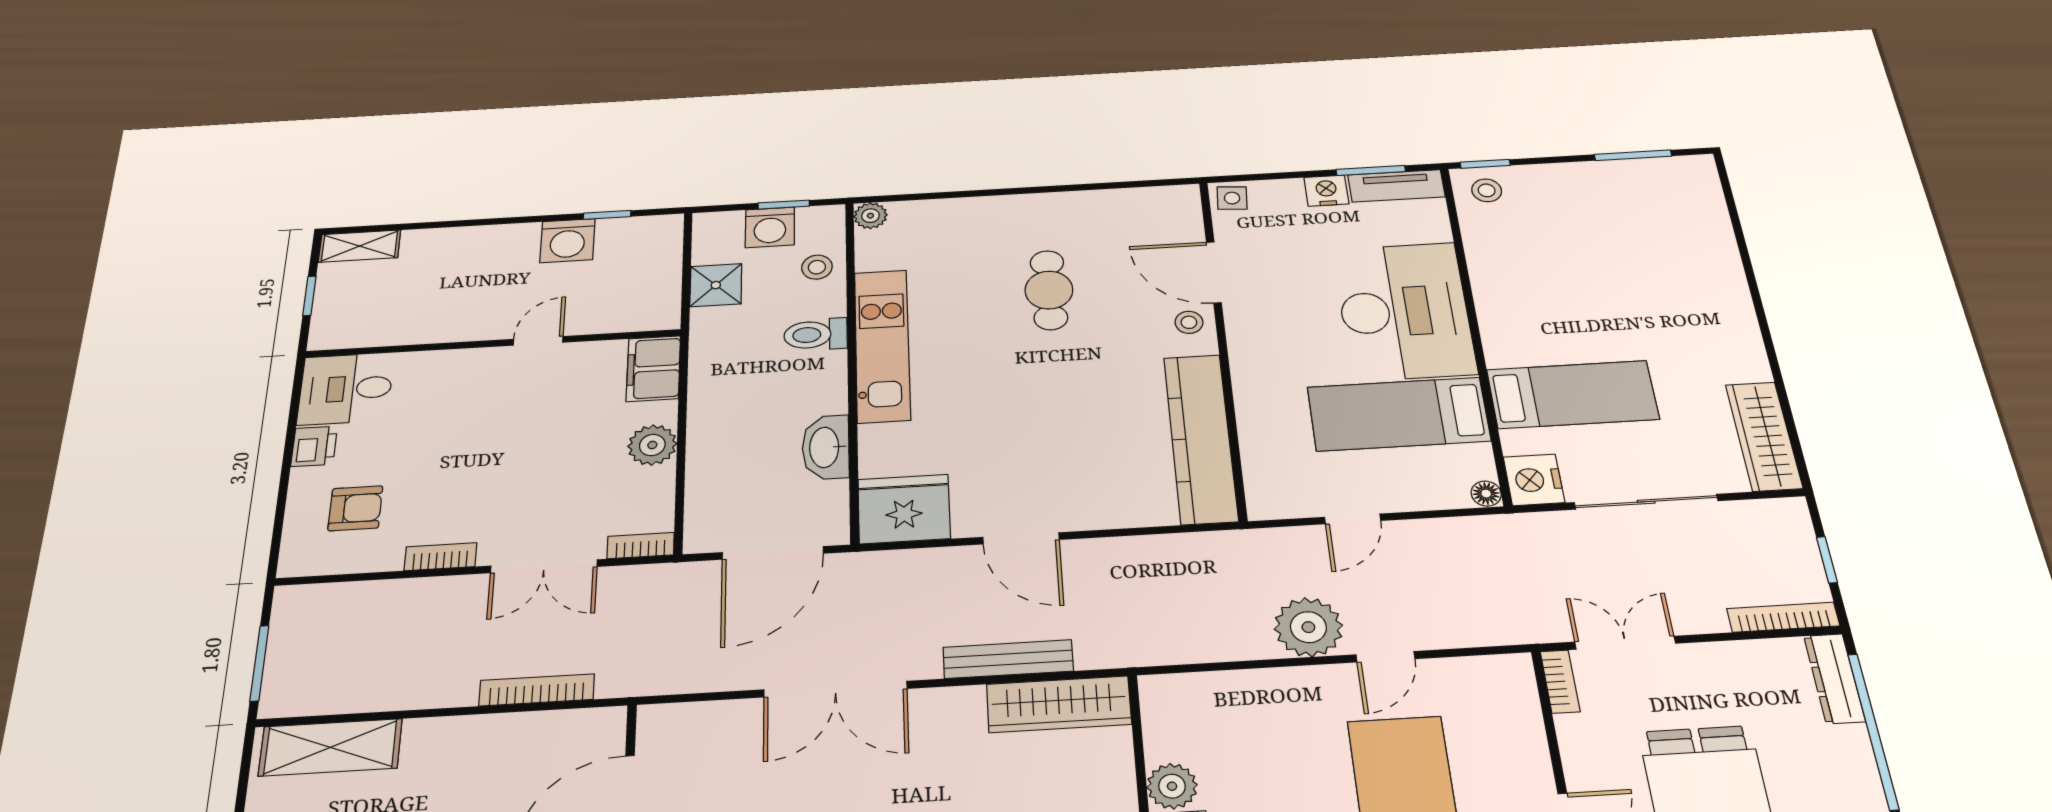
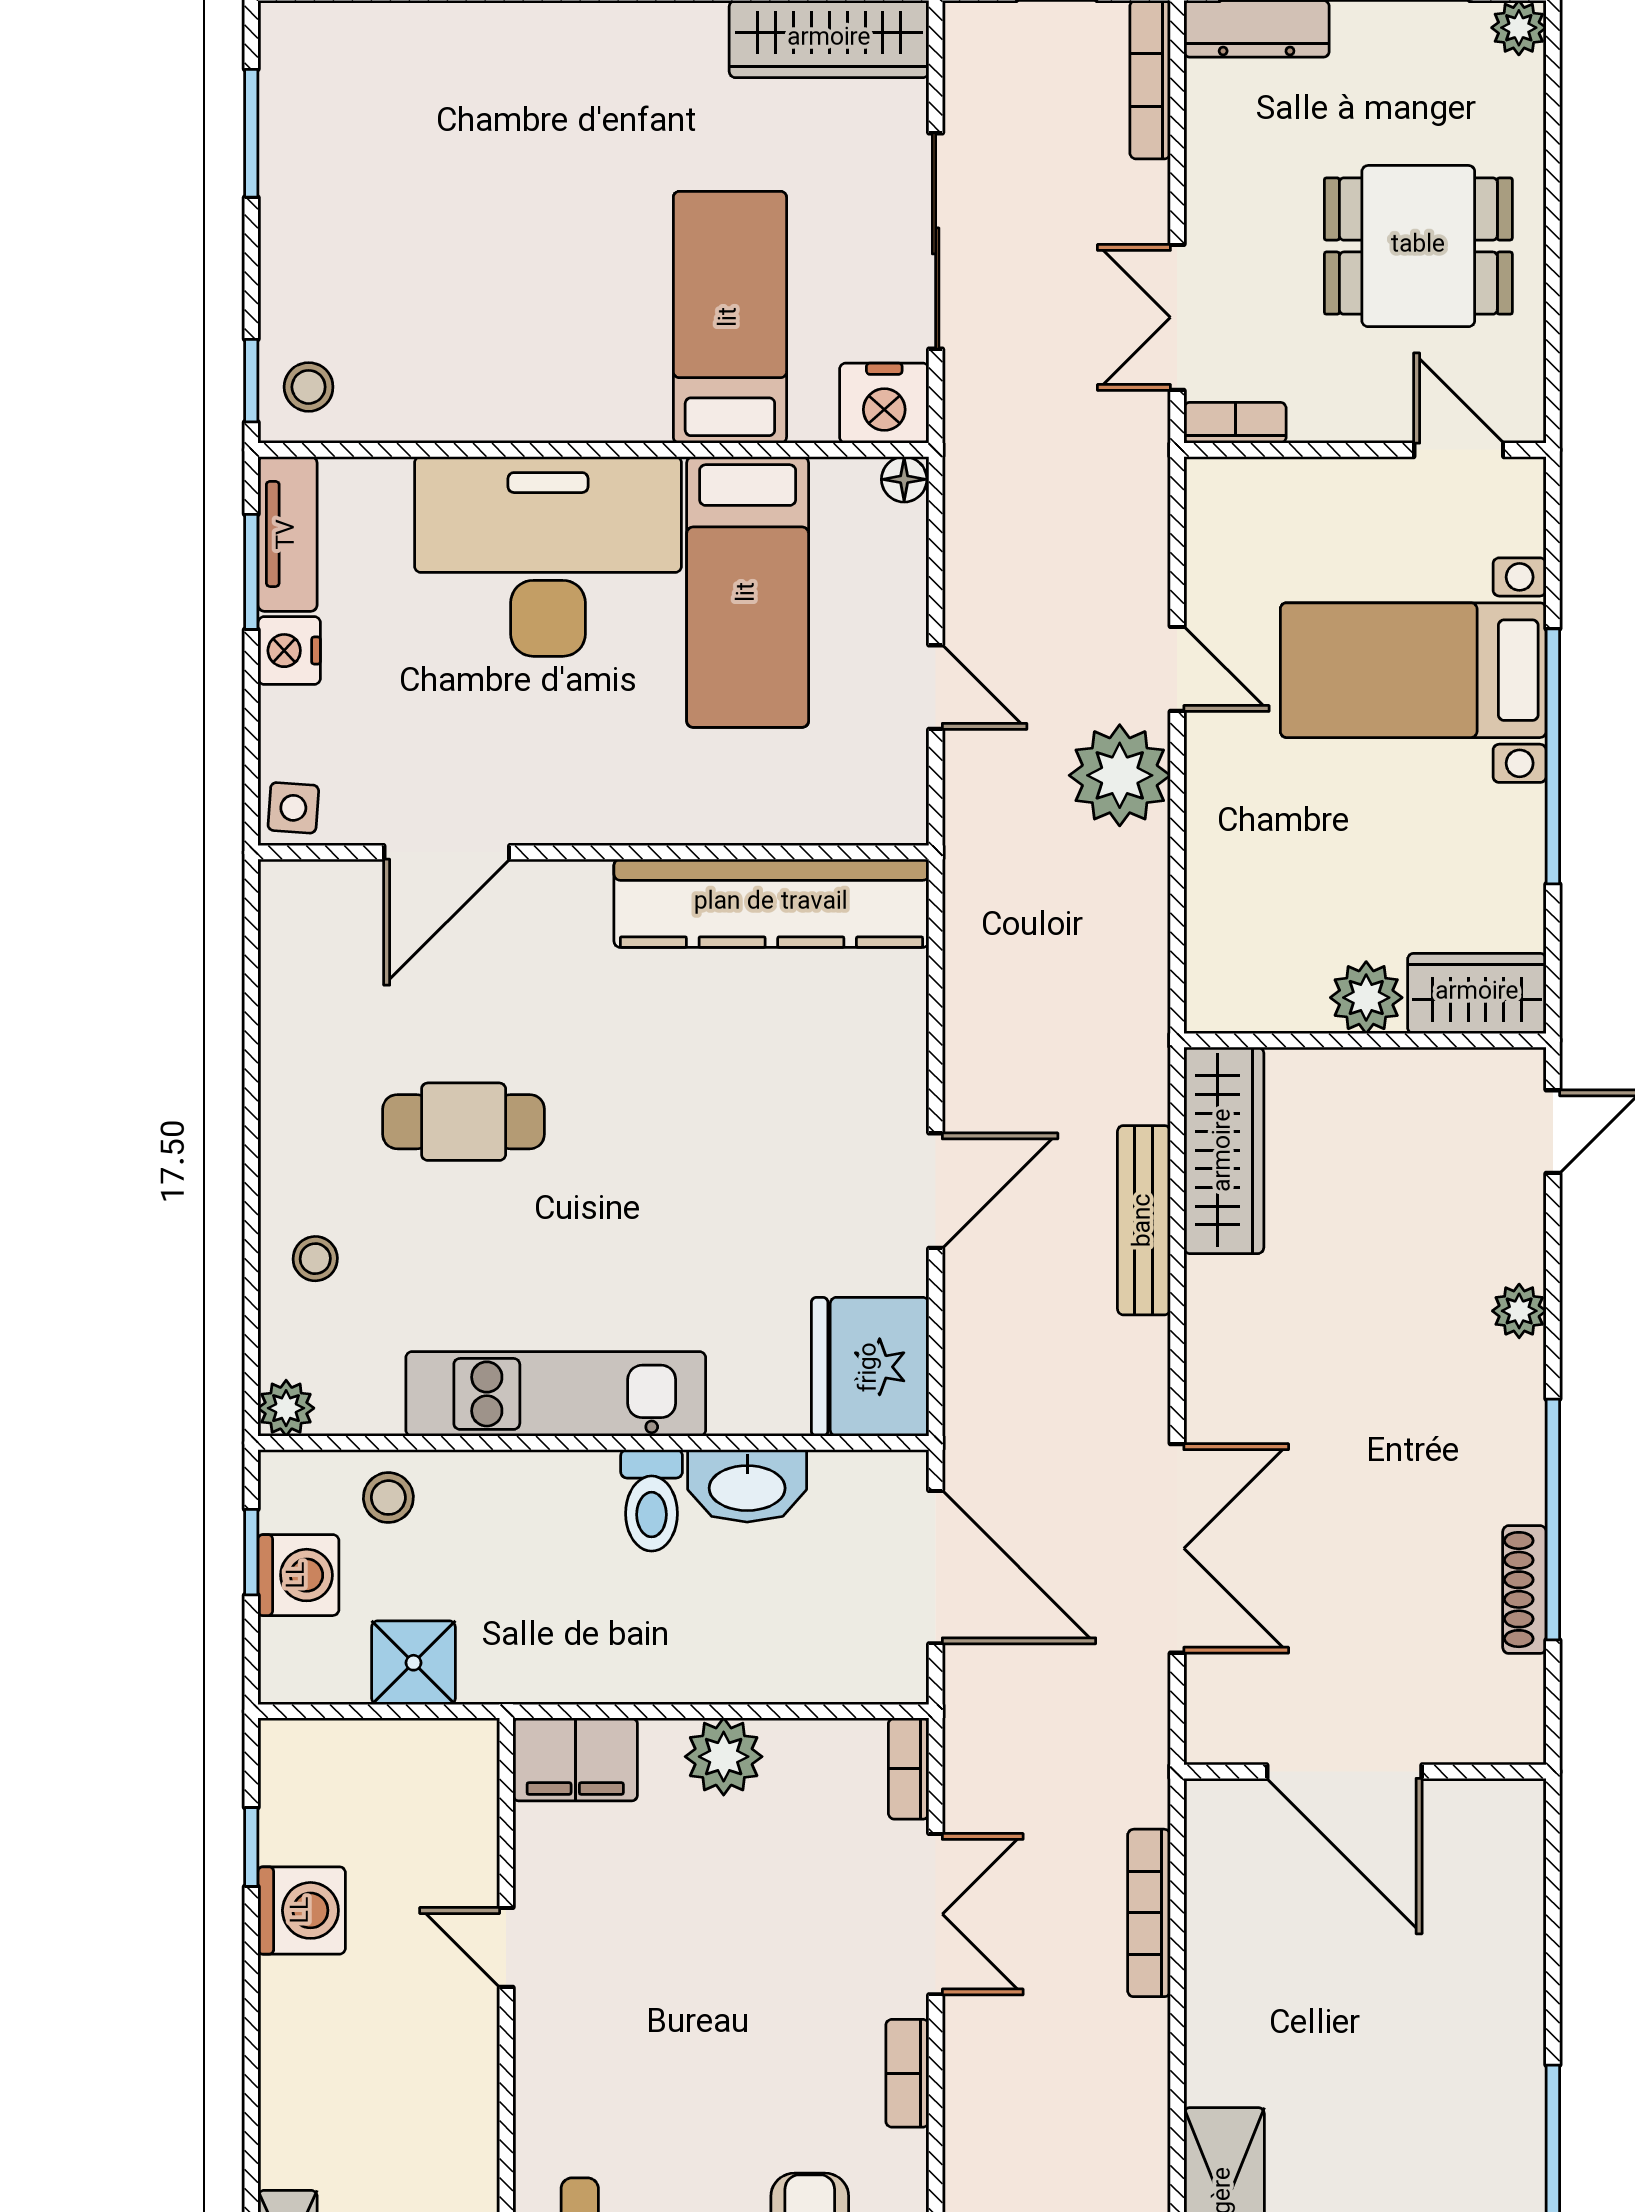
stool: (1189, 322) -> (315, 1259), moved
toilet: (816, 335) -> (652, 1500), moved
double door: (835, 689) -> (1177, 1548), moved

